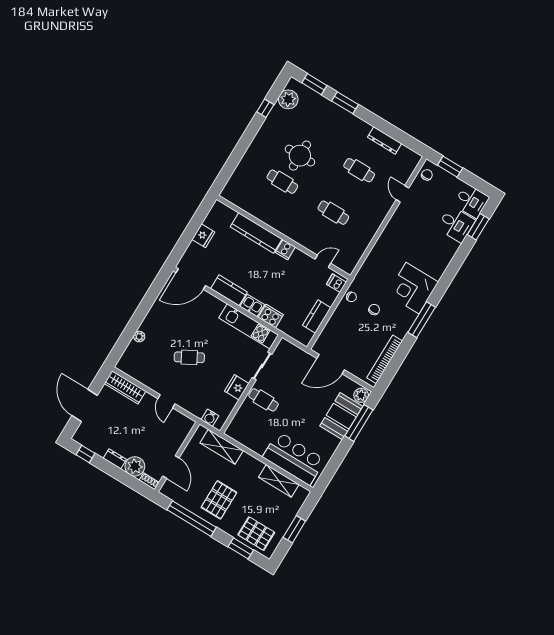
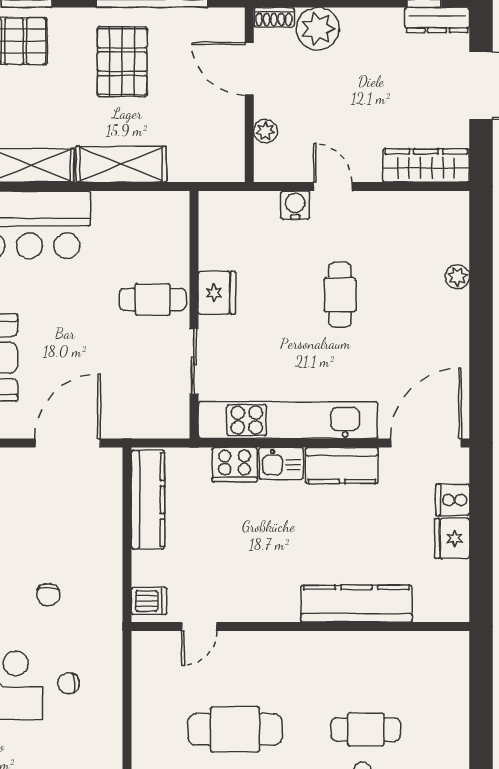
cafe table: (333, 213) -> (235, 729), width x1.37, depth x1.35
cooker: (285, 250) -> (453, 500), moved, turned -90
chair: (351, 297) -> (68, 683), moved
kitchen counter: (317, 317) -> (148, 500), width x1.50
kitchen unit: (249, 326) -> (288, 420), width x1.36
cafe table: (189, 357) -> (340, 295), turned -61
water cooler: (210, 418) -> (295, 205), moved
plant: (180, 439) -> (265, 131), added
shelving: (222, 447) -> (121, 164), moved
dresser: (115, 459) -> (437, 20), moved, width x1.44

